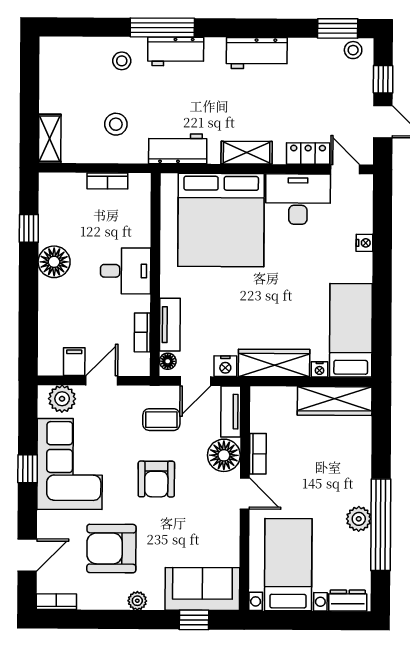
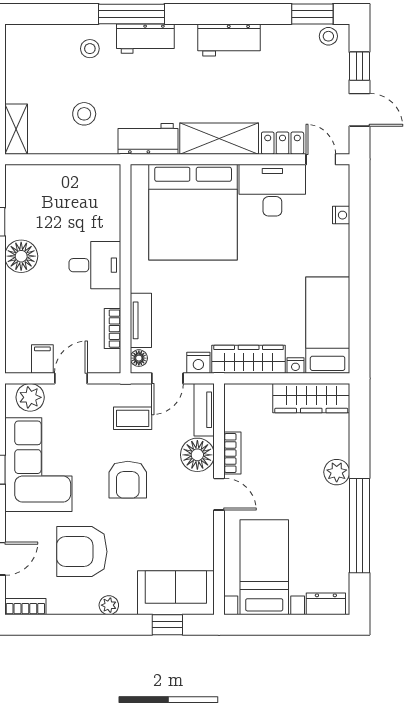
shelving: (247, 153) -> (219, 139), width x1.50, depth x1.33
bookcase: (107, 181) -> (76, 173), removed
nightstand: (364, 243) -> (341, 215), moved
plant: (359, 519) -> (337, 472), moved

